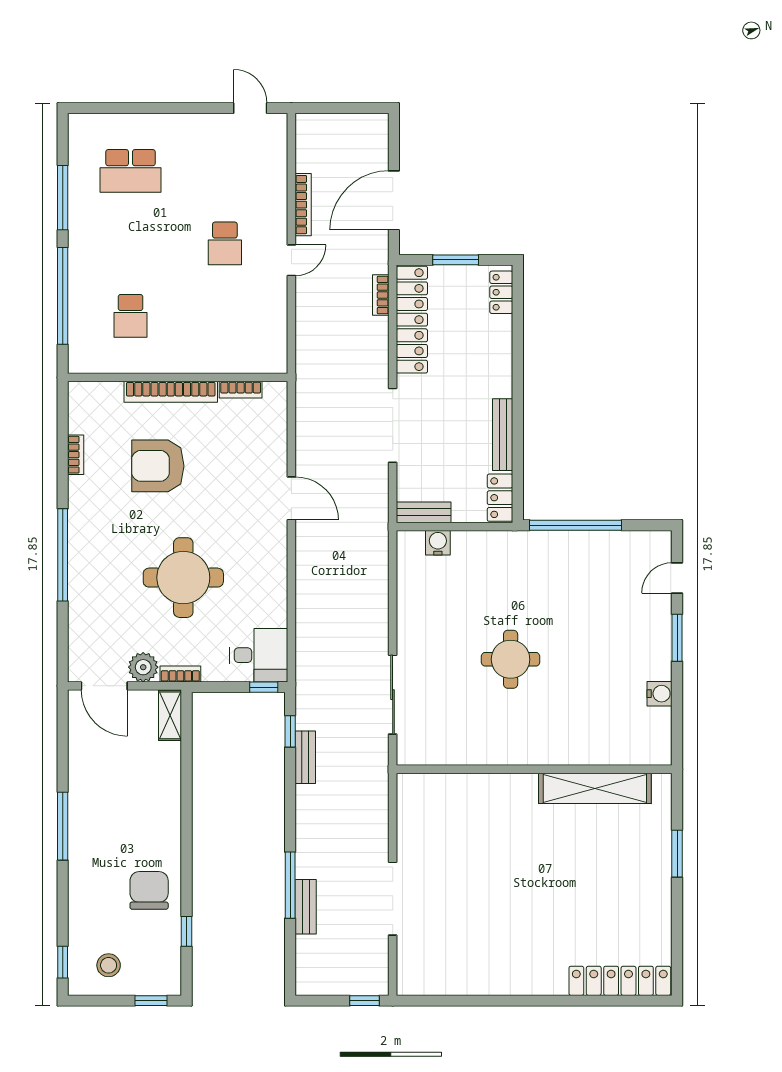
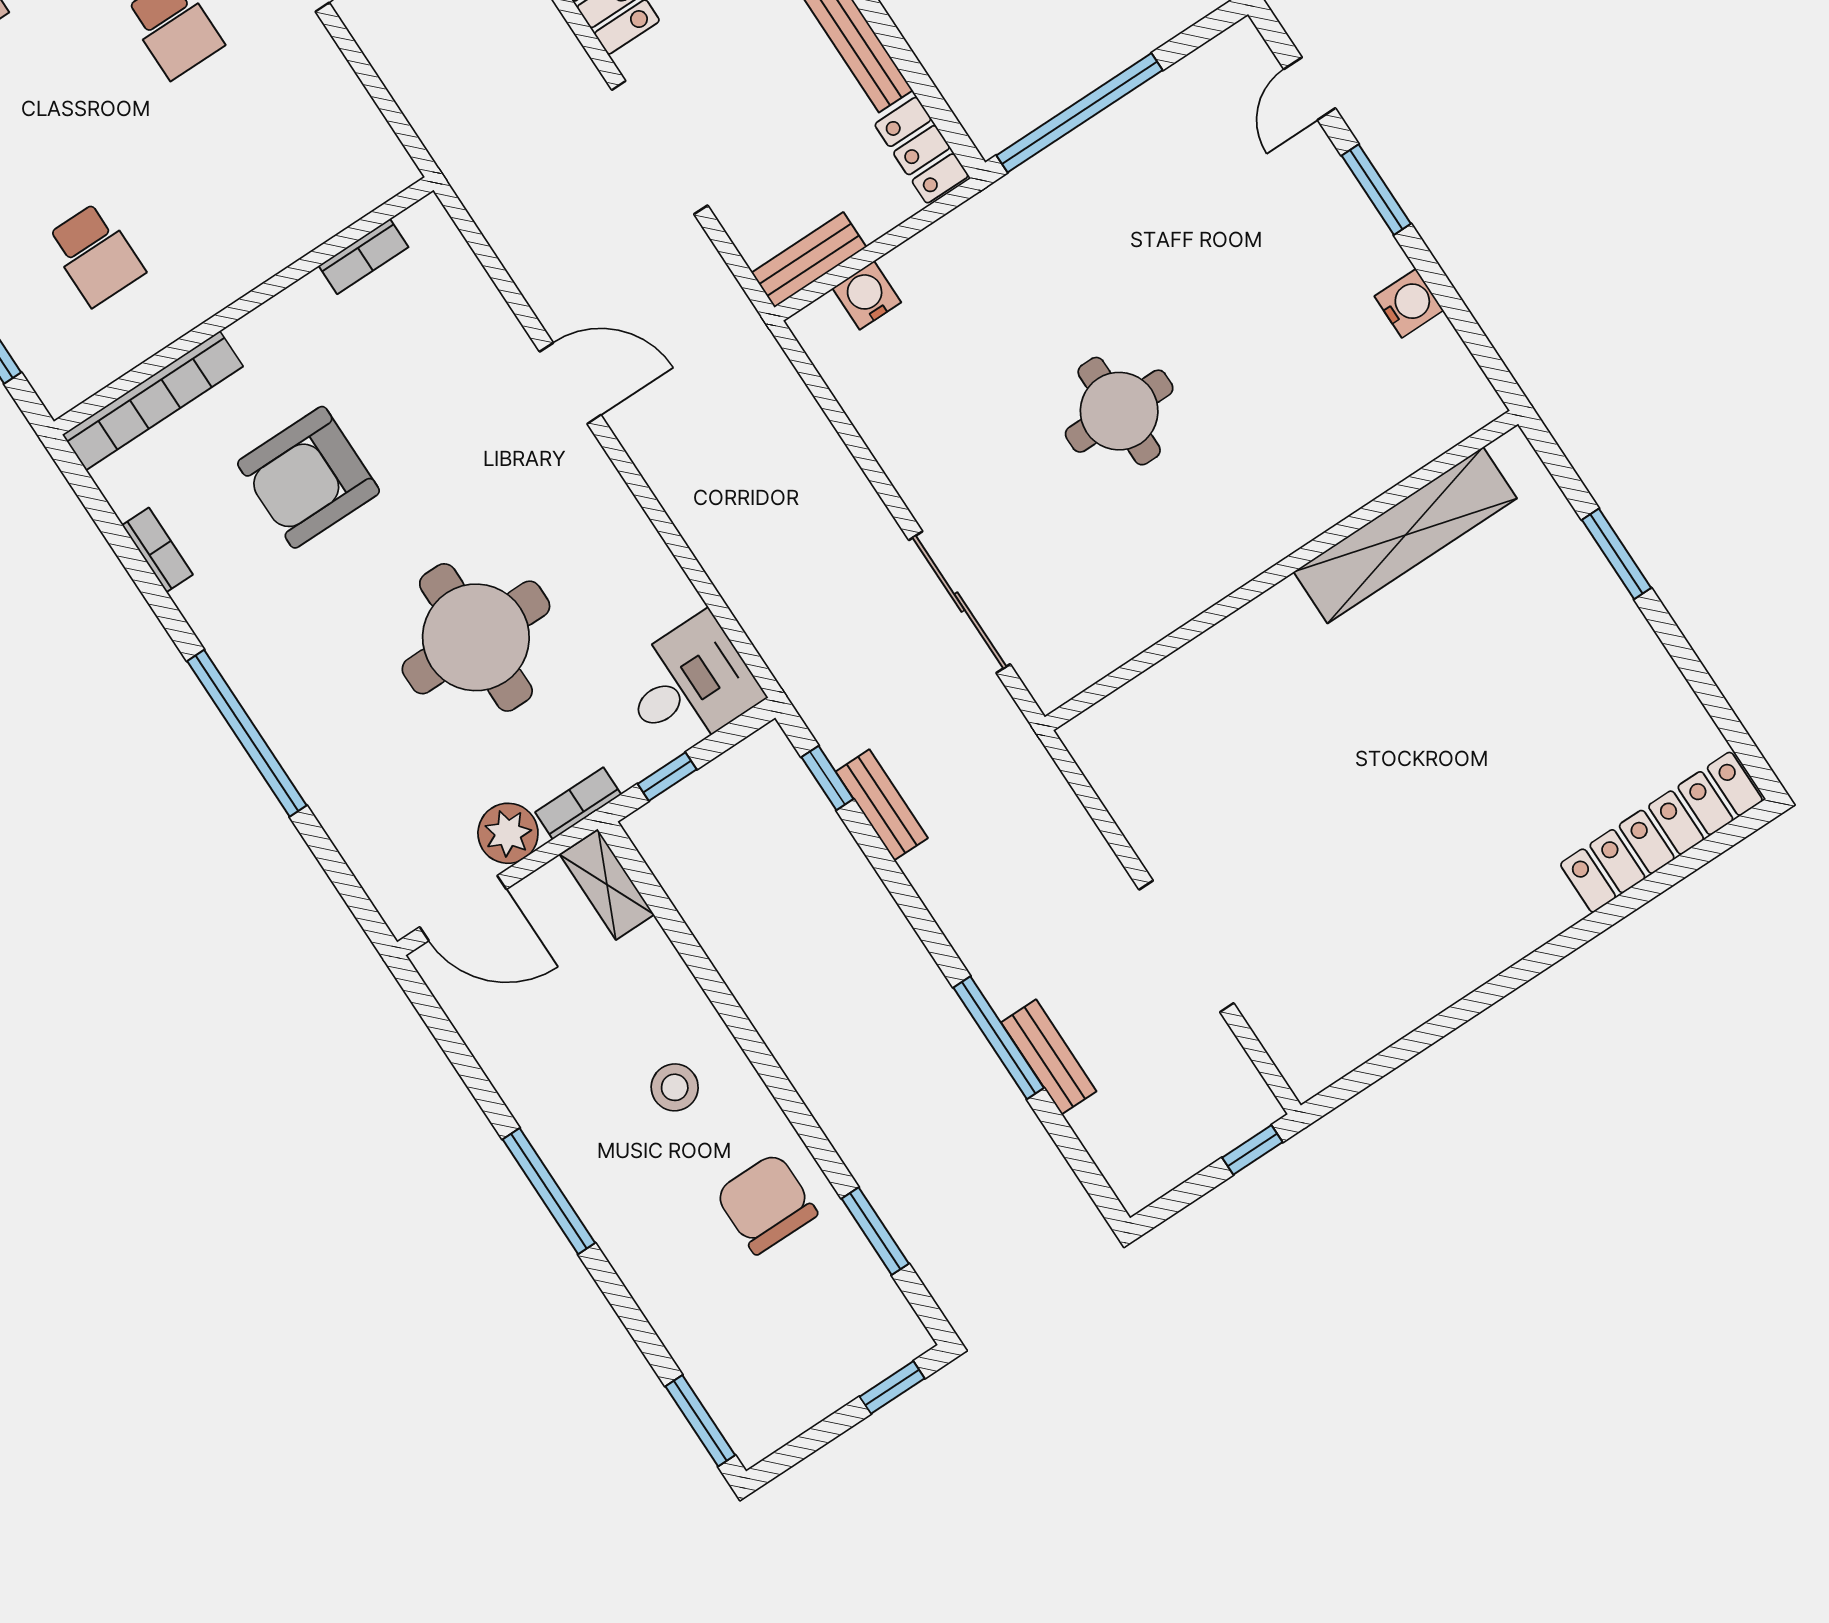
bookcase: (171, 392) -> (153, 401), moved
window: (264, 687) -> (667, 777), moved
window: (187, 931) -> (875, 1231), width x1.50
window: (63, 962) -> (700, 1421), width x1.50
stool: (109, 965) -> (675, 1087), moved

